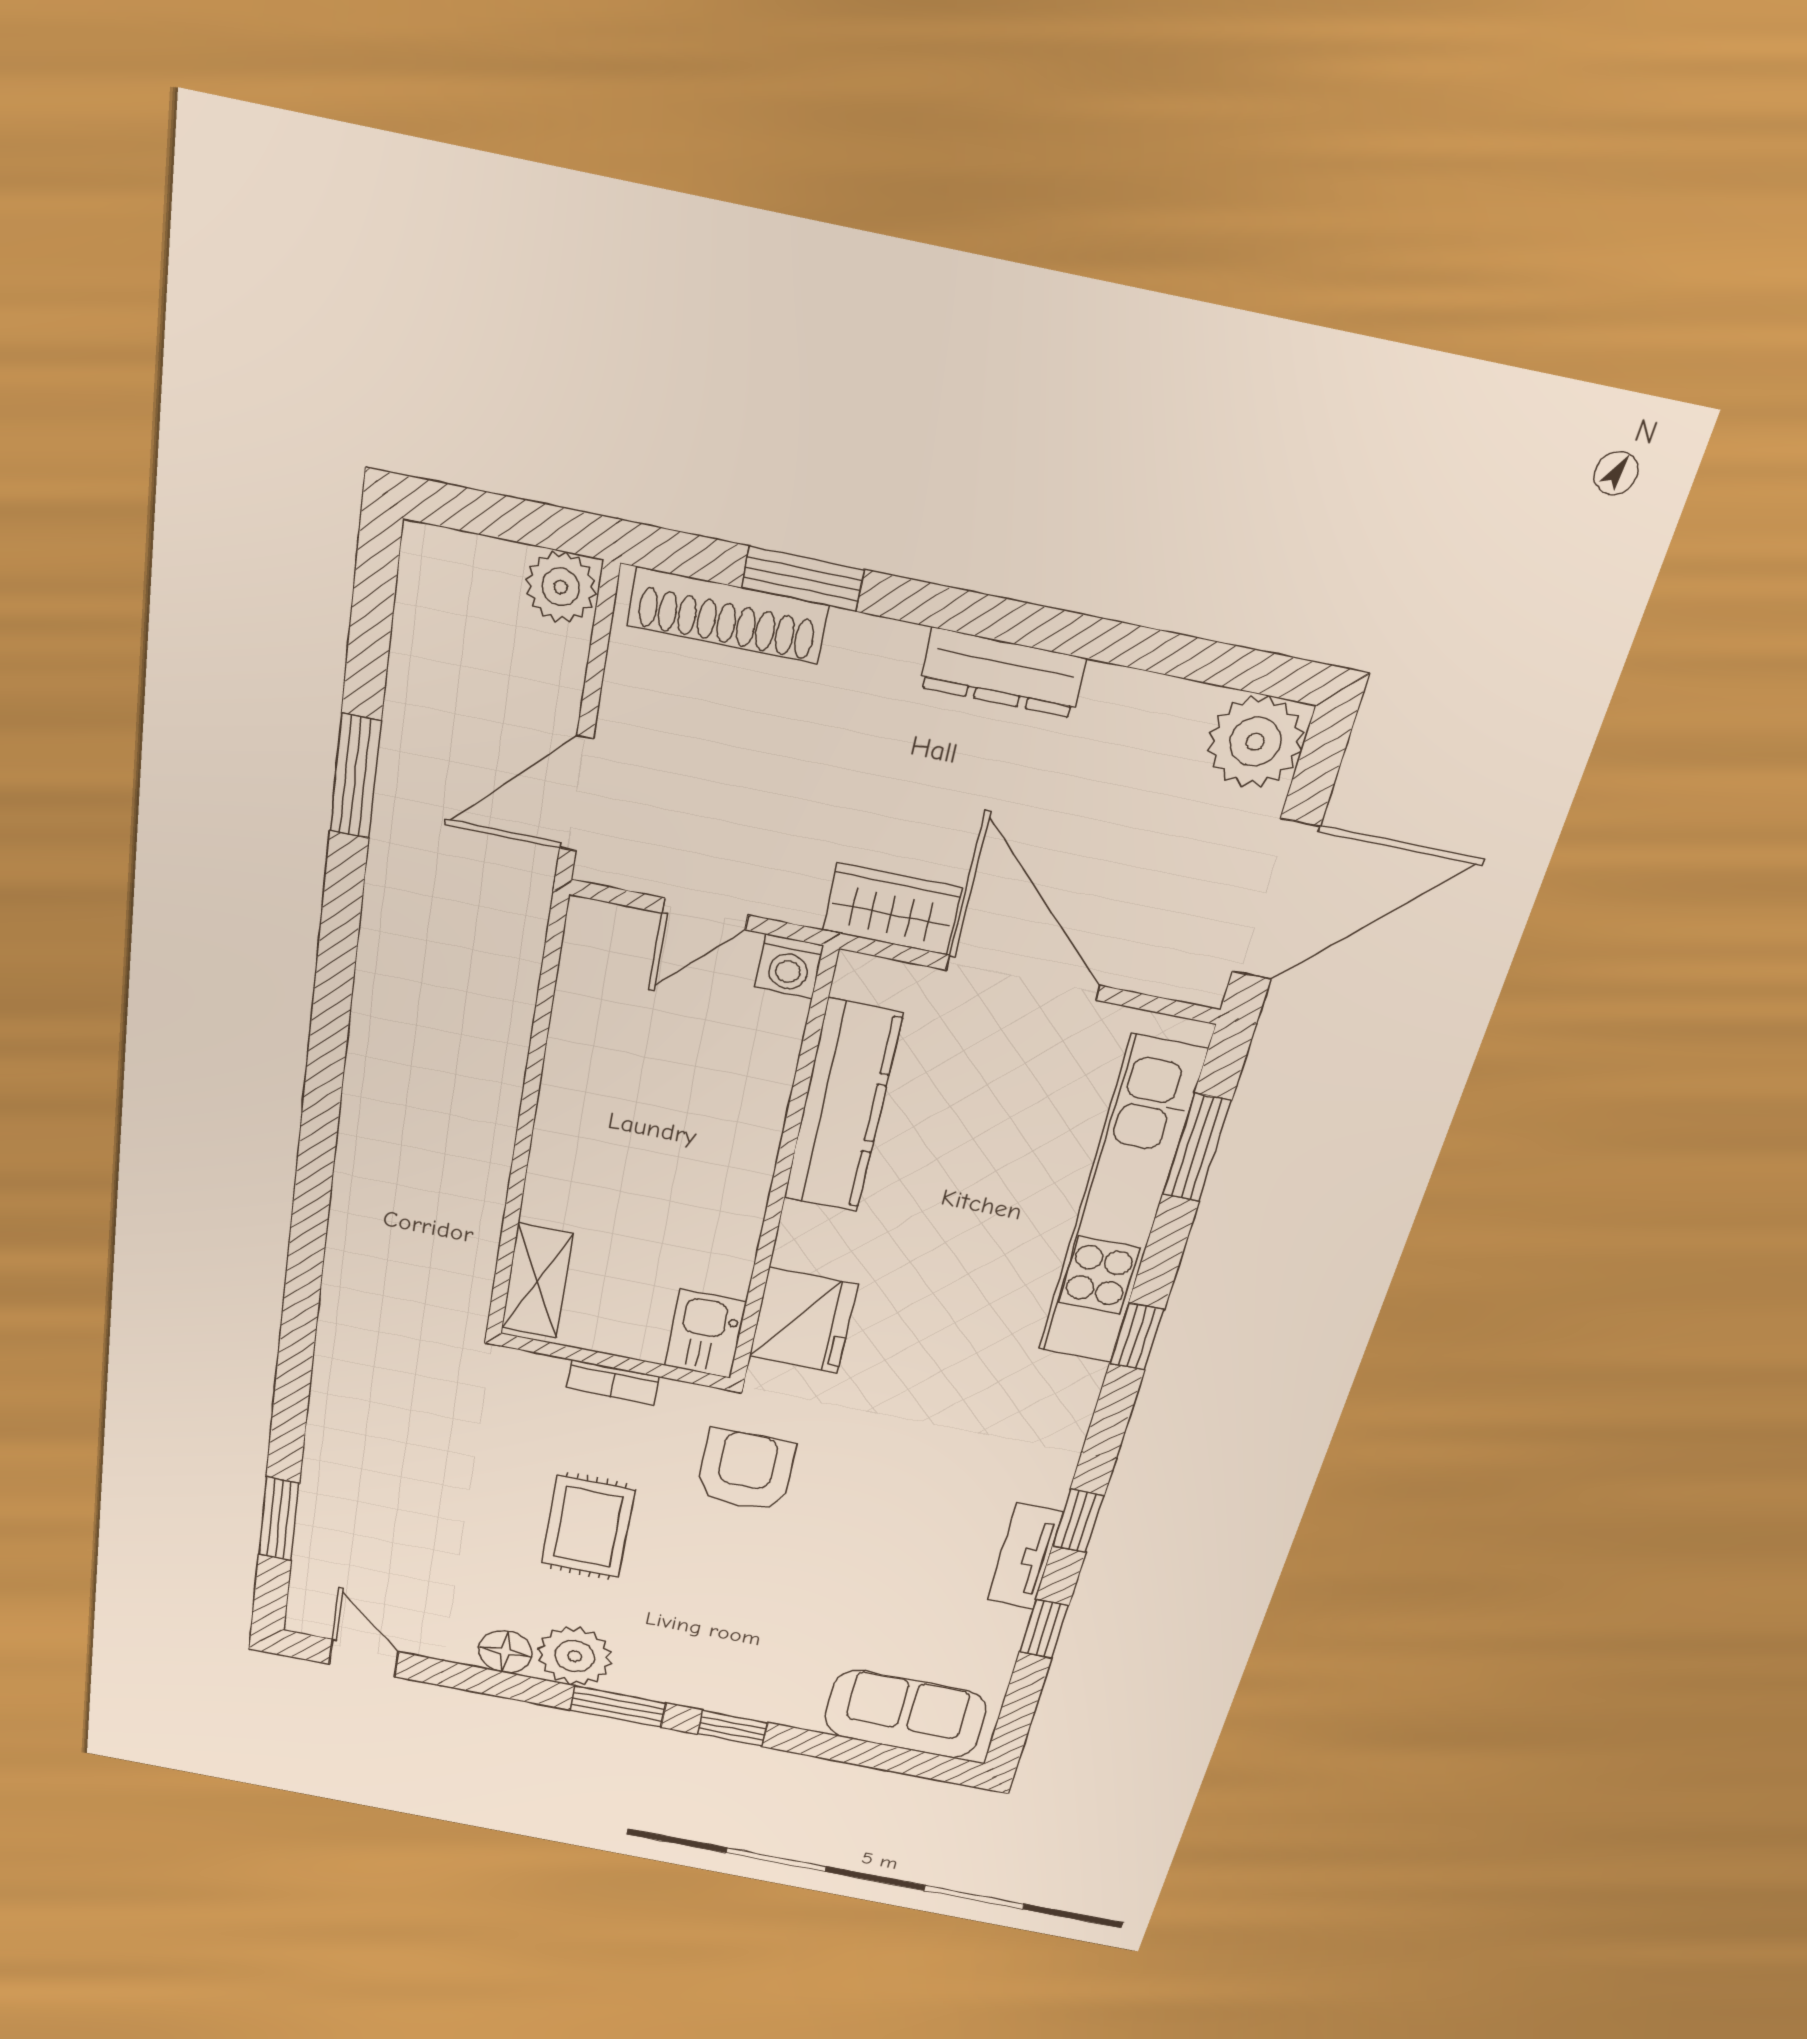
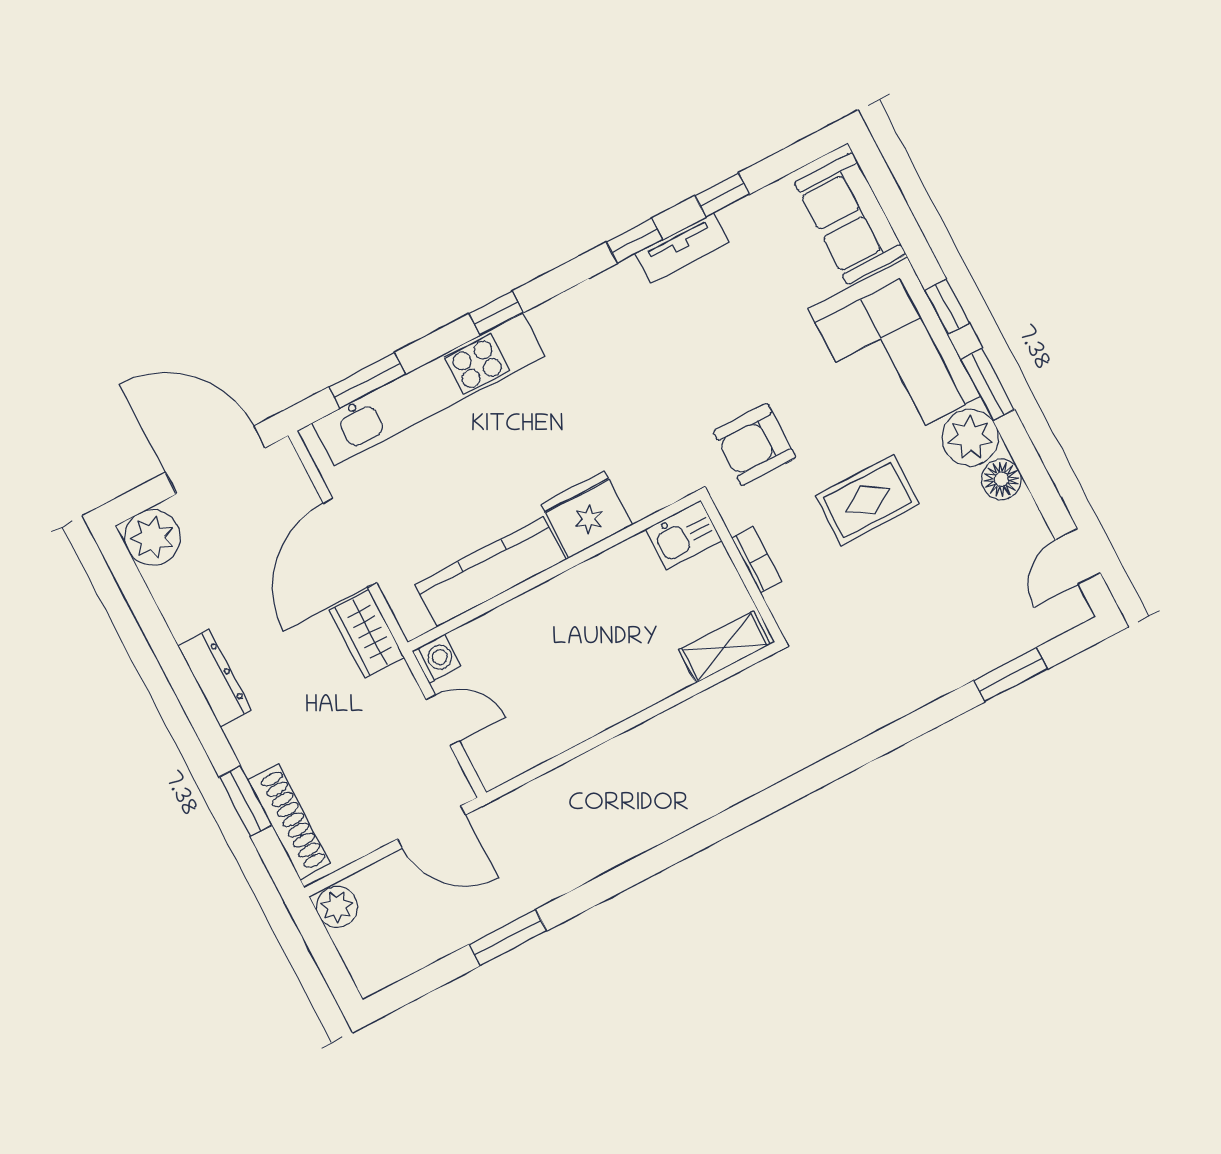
fridge: (803, 1320) -> (587, 515), moved
corner sofa: (727, 1655) -> (894, 353), added

